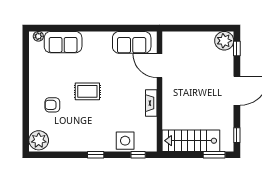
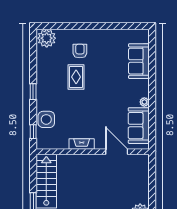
plant: (38, 36) -> (144, 102), moved
door: (159, 66) -> (117, 152), hinge flipped
rug: (87, 91) -> (76, 77), moved

